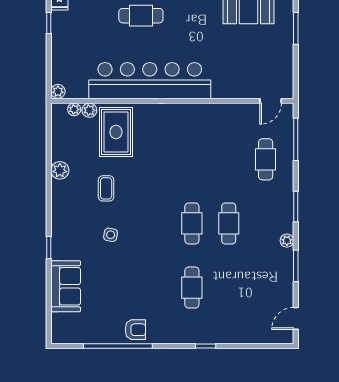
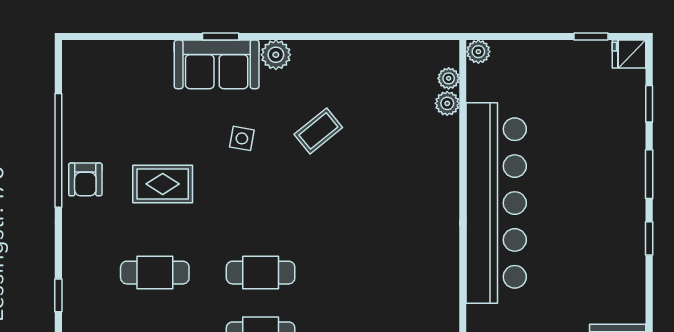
cafe table: (141, 16) -> (603, 189), removed
rug: (116, 132) -> (163, 184), moved, width x0.73, depth x0.70
plant: (60, 170) -> (276, 55), moved
coffee table: (106, 188) -> (318, 131), turned -39
sofa: (66, 286) -> (217, 64), moved

